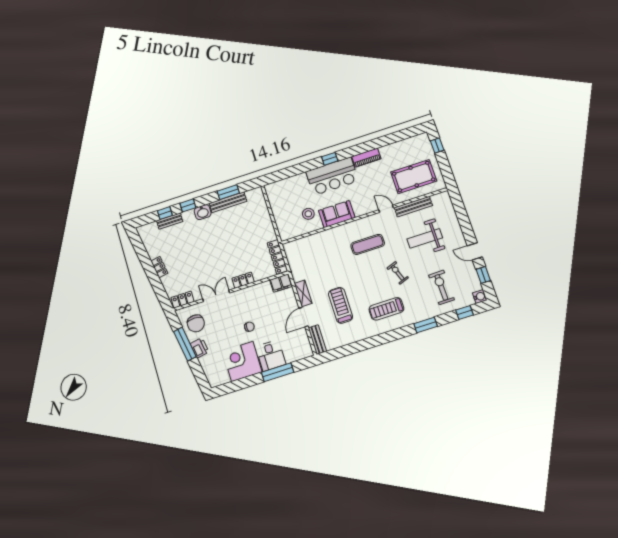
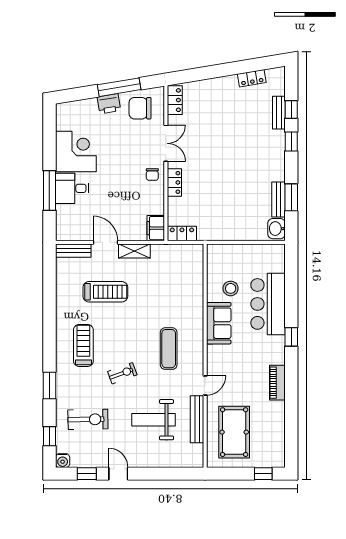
bar counter: (332, 176) -> (268, 304), moved
bench: (228, 202) -> (278, 199), width x0.73
washbasin: (203, 212) -> (277, 229), moved
weight bench: (425, 238) -> (154, 420), turned -90
door: (475, 251) -> (118, 474), hinge flipped
locker: (277, 257) -> (182, 234), width x0.66
locker: (159, 267) -> (252, 78), moved
chair: (249, 327) -> (152, 174), moved

